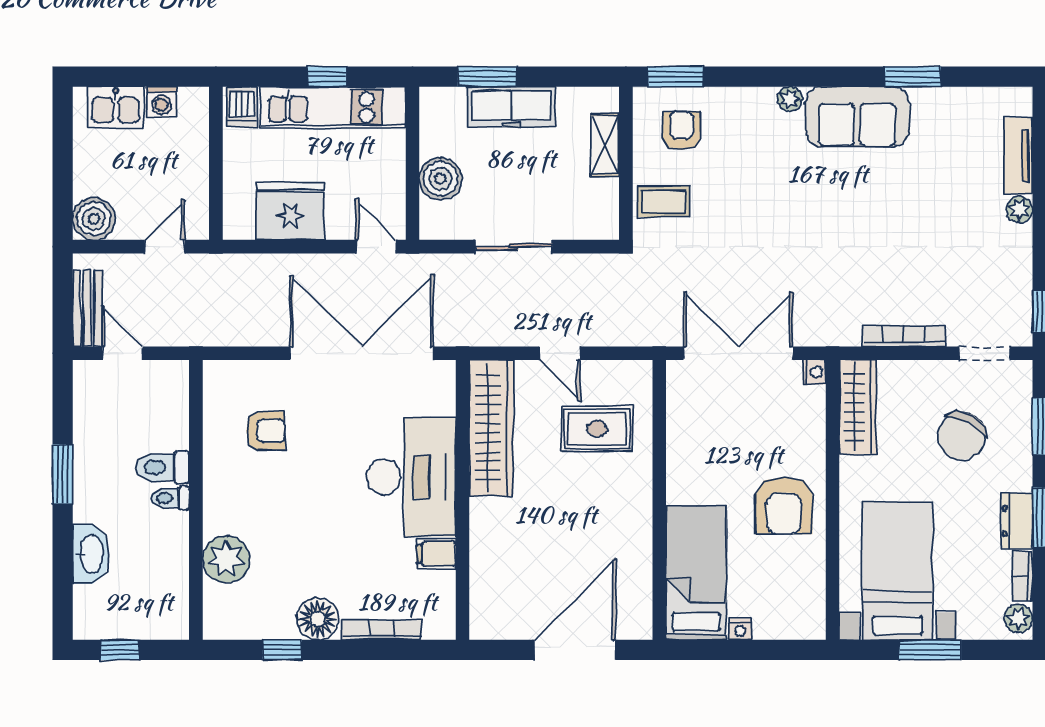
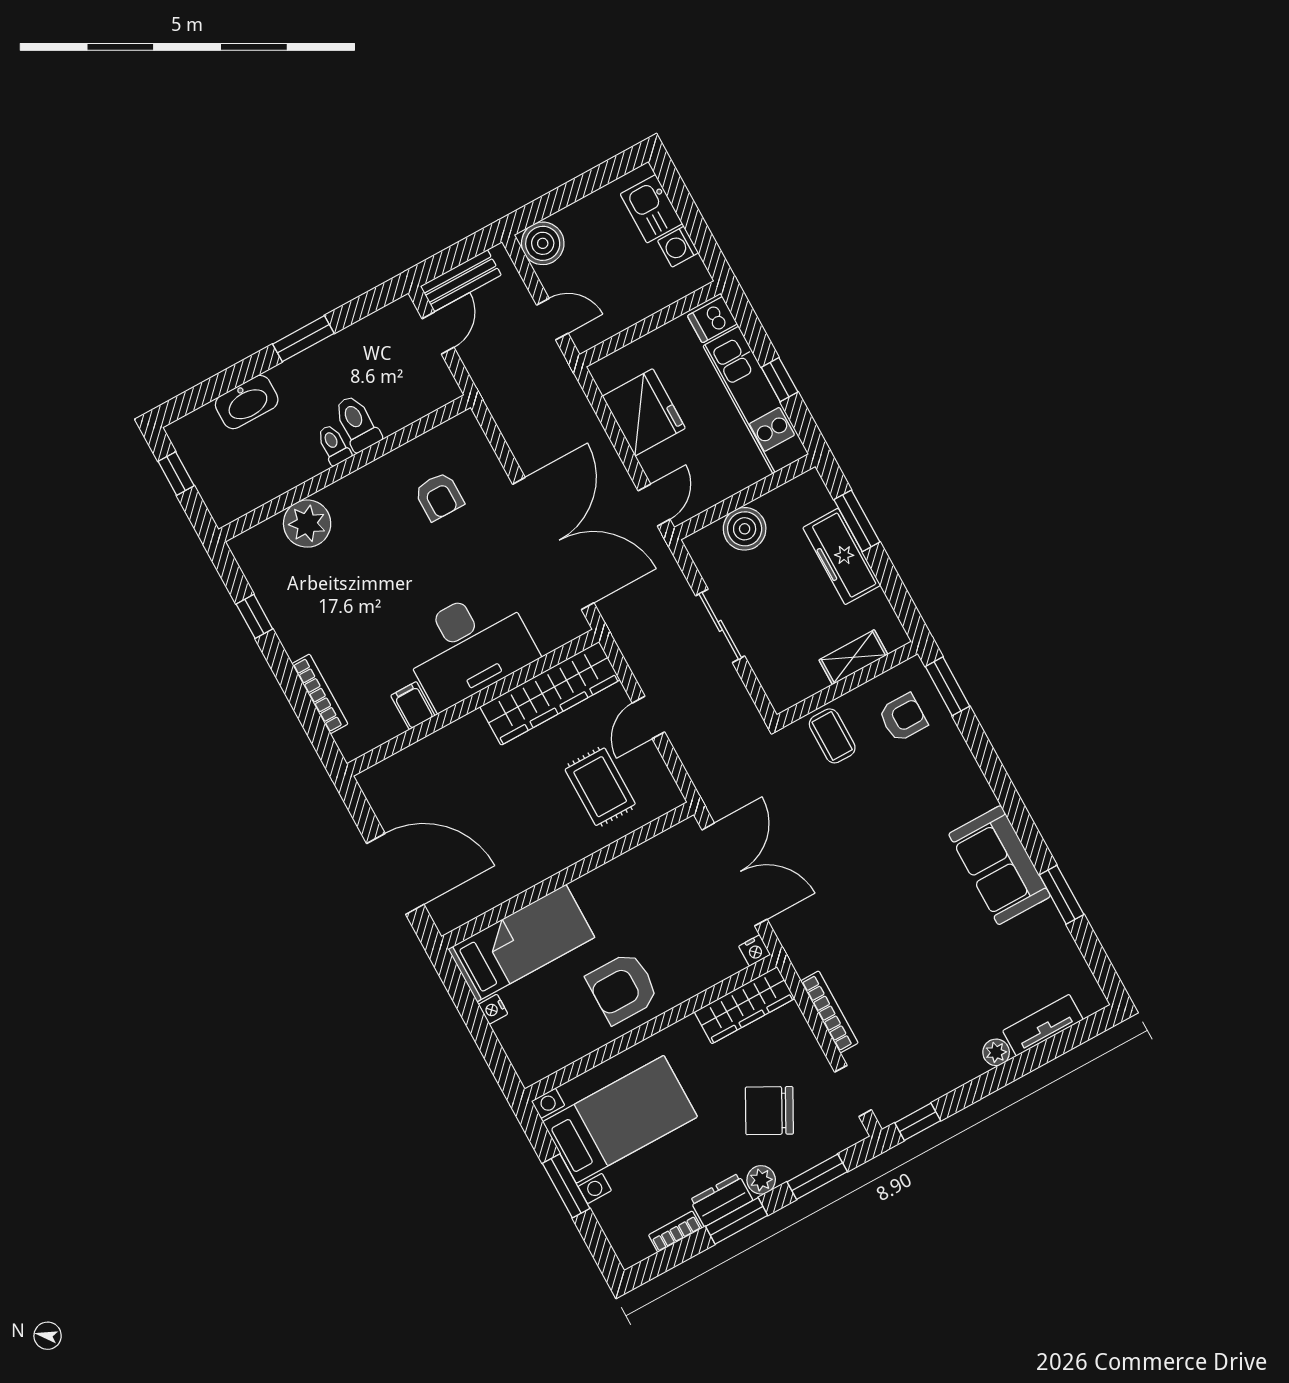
plant: (790, 99) -> (983, 798), removed
plant: (1018, 618) -> (761, 1180), moved
floor lamp: (318, 619) -> (299, 633), removed

